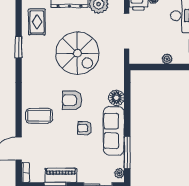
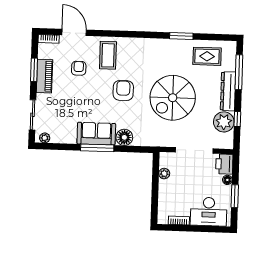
plant: (167, 59) -> (164, 174), moved
armchair: (85, 128) -> (79, 68), moved
sofa: (114, 131) -> (96, 134), width x0.73
window: (127, 152) -> (97, 148), moved

